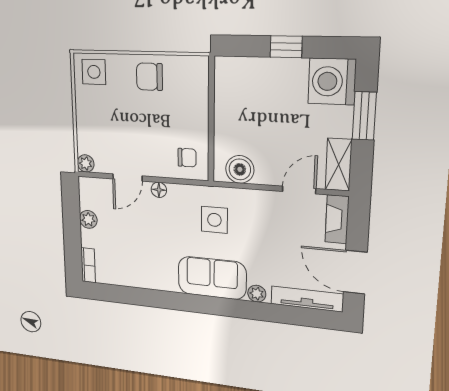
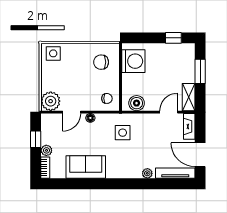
window: (286, 47) -> (173, 38), moved
chair: (149, 77) -> (101, 62), moved
washing machine: (332, 81) -> (133, 61), moved, turned 180
plant: (86, 163) -> (51, 101), width x1.88, depth x1.88
window: (72, 218) -> (36, 139), added
plant: (88, 219) -> (46, 150), moved
sofa: (212, 278) -> (86, 167), moved

